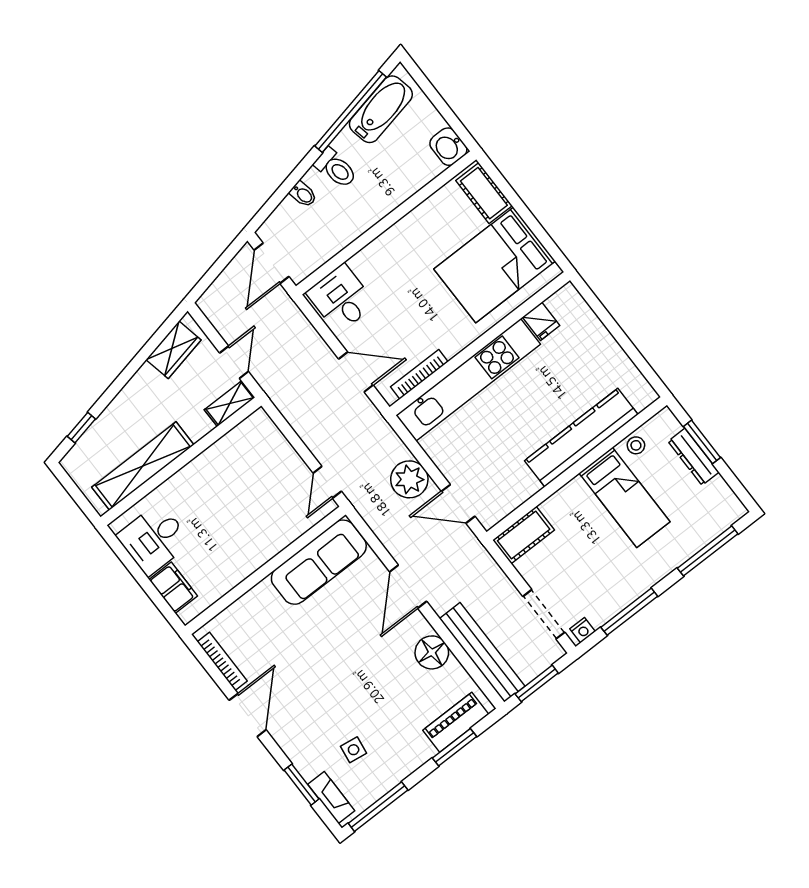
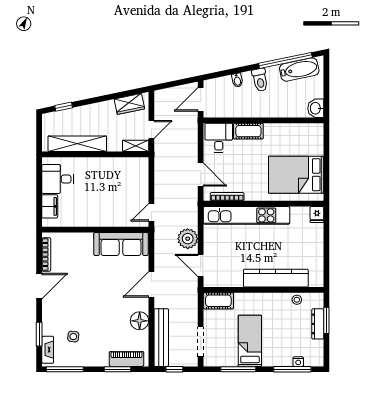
cot: (484, 193) -> (248, 131), moved, turned 90
fridge: (541, 321) -> (317, 215), moved
bed: (625, 497) -> (250, 341), moved, turned 180
nightstand: (583, 630) -> (298, 362), moved
window: (537, 683) -> (174, 369), width x0.67

